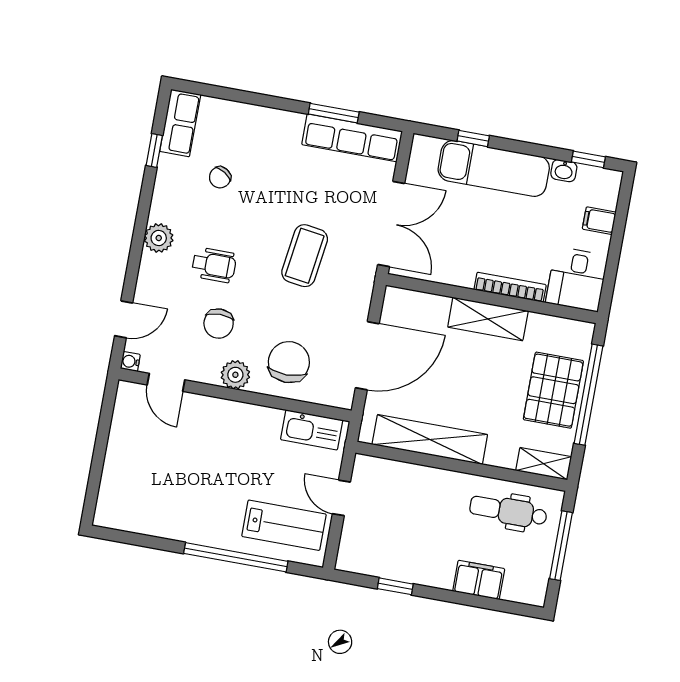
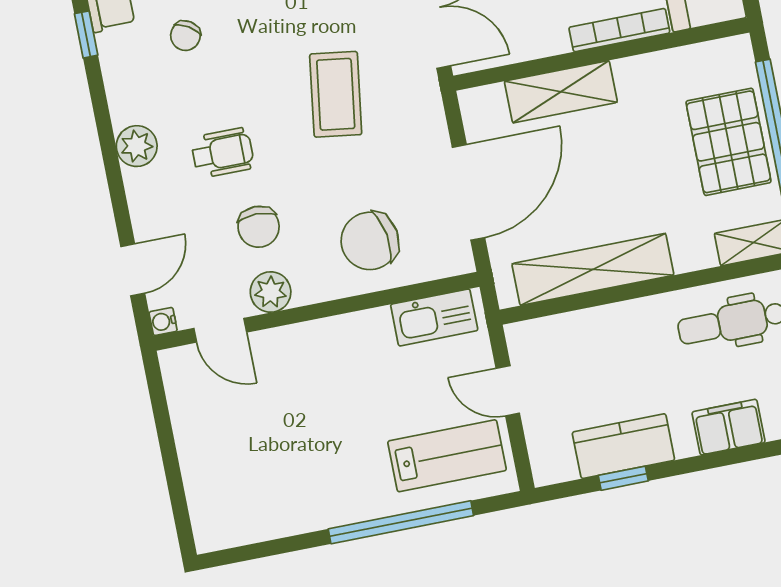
shelving: (488, 319) -> (561, 92), moved
chair: (289, 362) -> (370, 241), turned -99
plant: (235, 375) -> (271, 292), moved
kitchen counter: (404, 565) -> (623, 446), added

